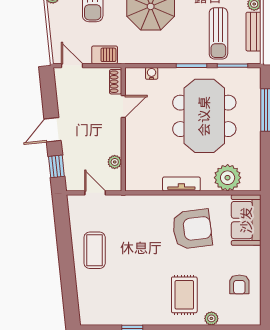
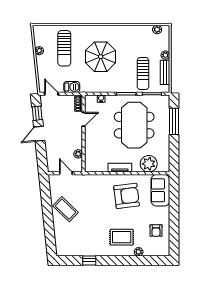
window: (56, 166) -> (37, 113), moved
coffee table: (95, 250) -> (66, 209), turned -46
rug: (184, 295) -> (122, 237), turned 90

